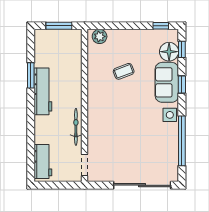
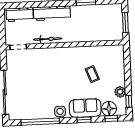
plant: (100, 36) -> (120, 92), moved
workbench: (43, 91) -> (52, 13), moved

